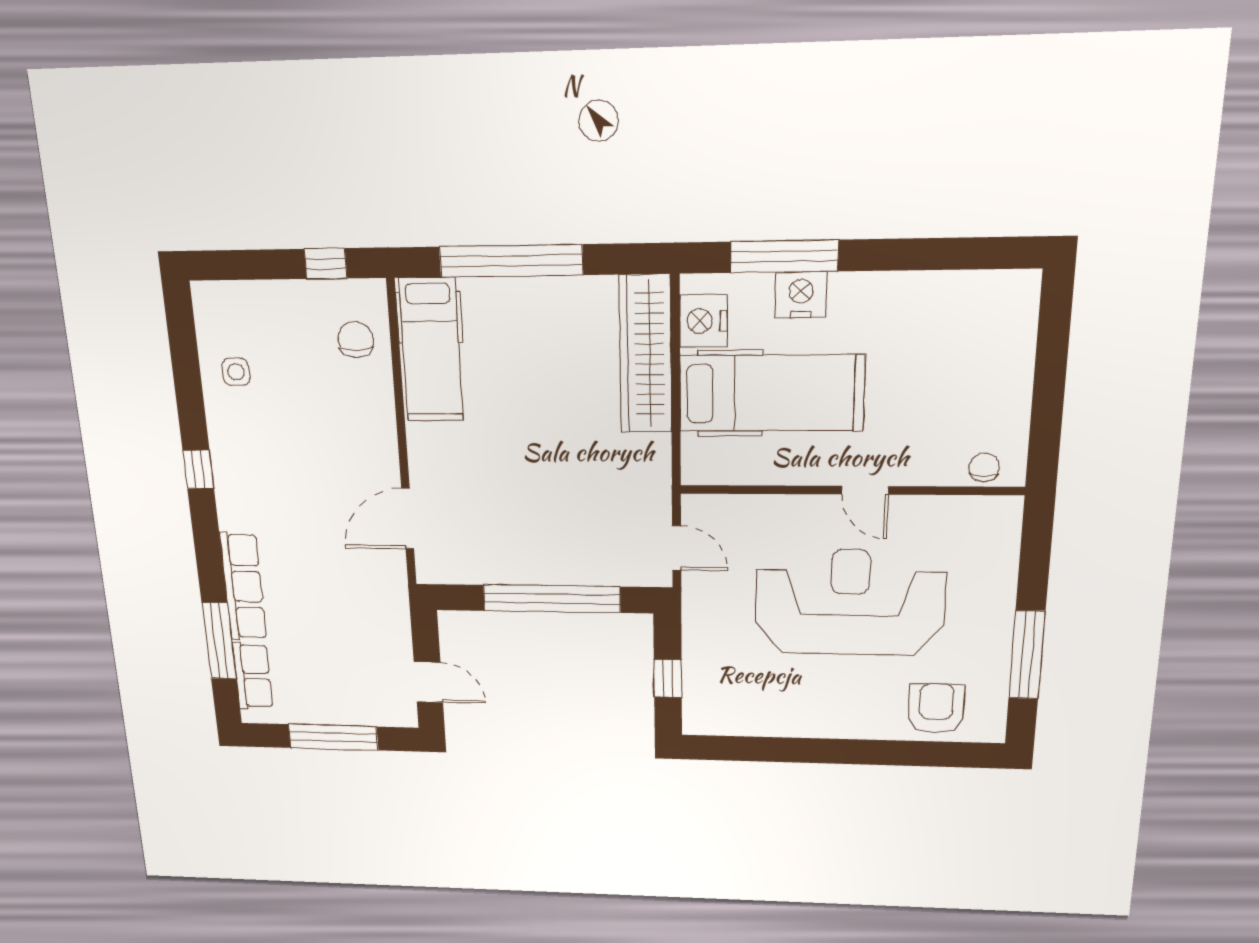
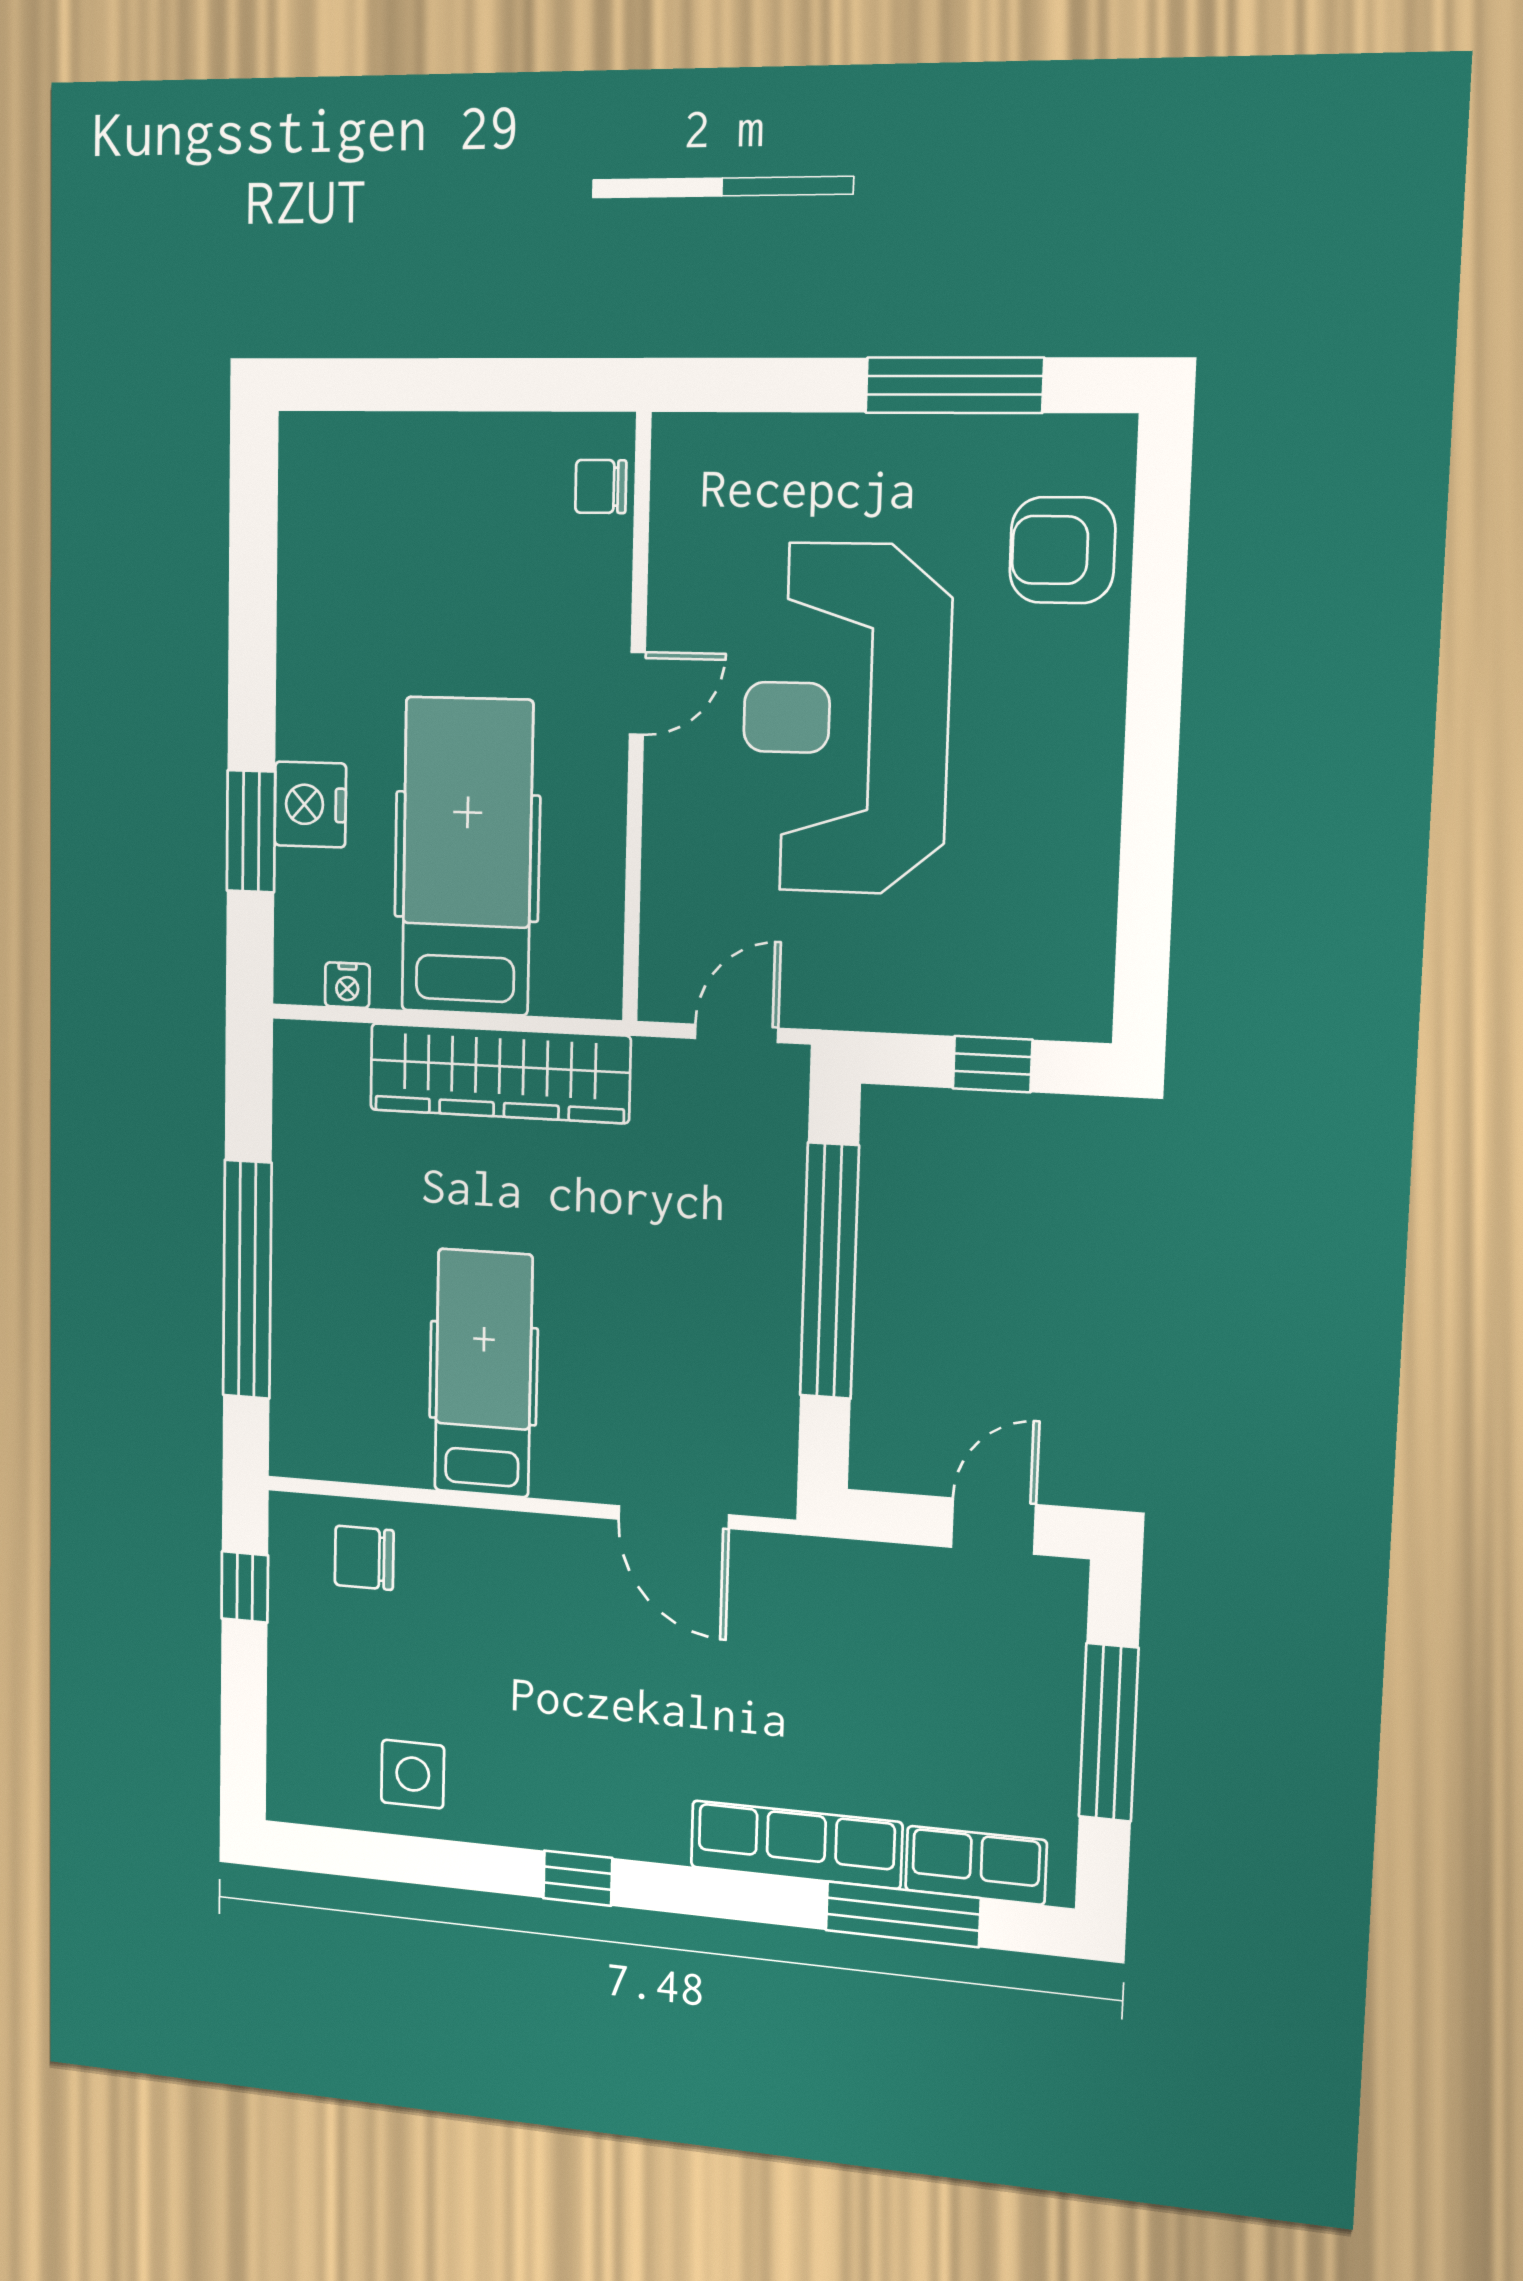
window: (784, 256) -> (251, 831), width x0.69
nightstand: (703, 321) -> (347, 985), width x0.53, depth x0.56
hospital bed: (431, 350) -> (483, 1373), moved, turned -90
wardrobe: (646, 354) -> (499, 1073), moved
side table: (236, 372) -> (413, 1774), width x1.37, depth x1.37

